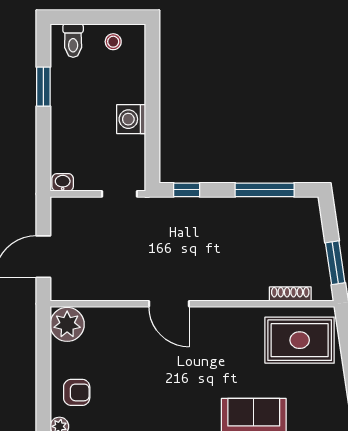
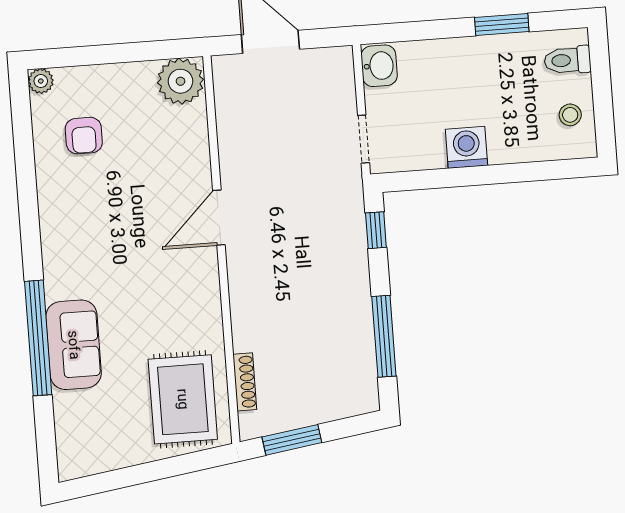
washbasin: (63, 182) -> (379, 66), width x1.38, depth x1.45
armchair: (77, 392) -> (84, 136), moved

